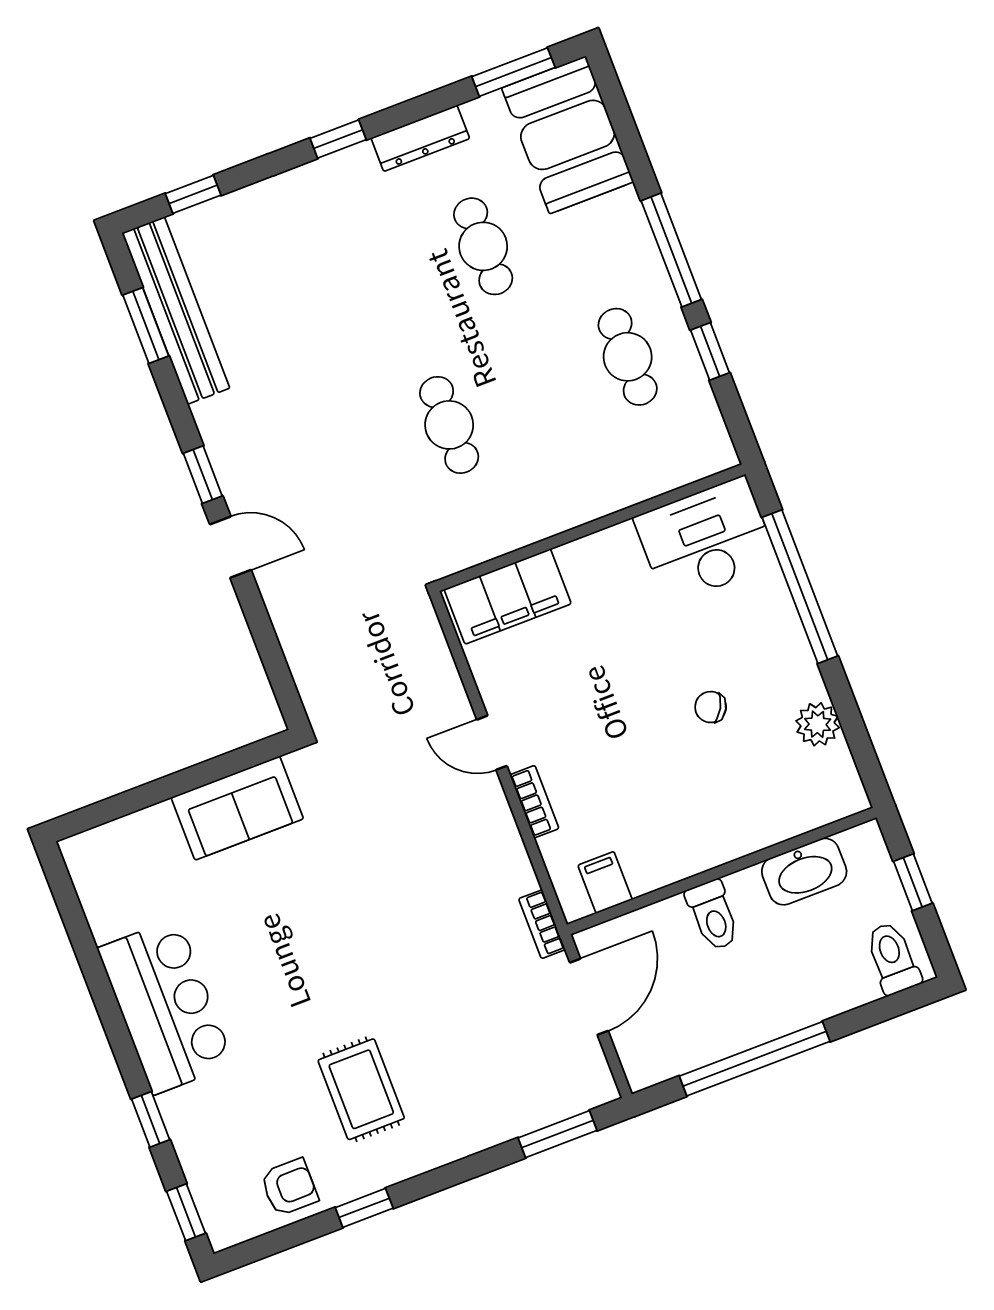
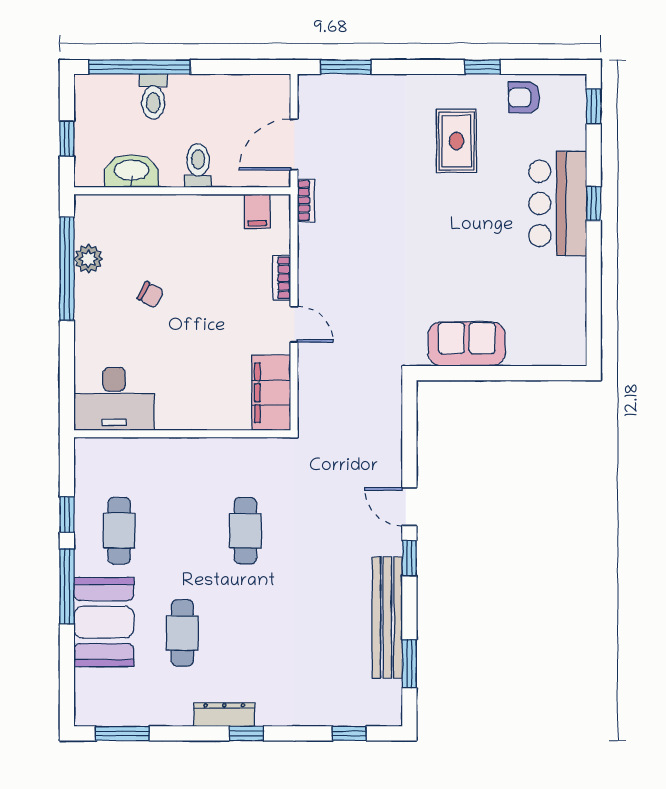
booth: (568, 135) -> (104, 622), moved
dresser: (420, 138) -> (224, 715), moved
bench: (176, 311) -> (387, 617), moved
window: (800, 587) -> (67, 269), moved
filing cabinet: (508, 596) -> (271, 393), moved, turned -90
toilet: (893, 958) -> (153, 97), moved
bar counter: (166, 1006) -> (558, 203), moved
window: (755, 1059) -> (140, 67), moved
window: (151, 1119) -> (594, 203), moved

